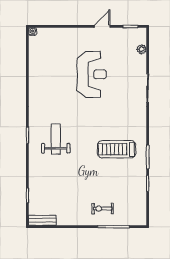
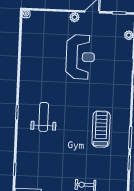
plant: (84, 33) -> (75, 17), added
treadmill: (117, 149) -> (101, 129), turned 90

